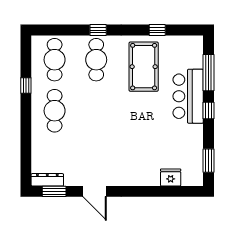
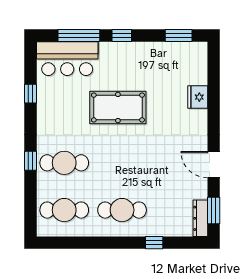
pool table: (144, 67) -> (118, 108), moved
window: (26, 86) -> (154, 243), moved
bar counter: (188, 96) -> (67, 59), moved
fridge: (171, 177) -> (198, 97), moved
door: (95, 191) -> (214, 165), swing flipped

